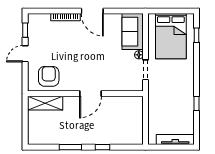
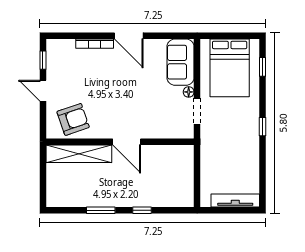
door: (25, 54) -> (43, 91), hinge flipped
armchair: (49, 76) -> (73, 119), turned 71
door: (90, 94) -> (127, 142), hinge flipped
shelving: (45, 103) -> (79, 154), width x1.47
window: (197, 103) -> (262, 127), moved

